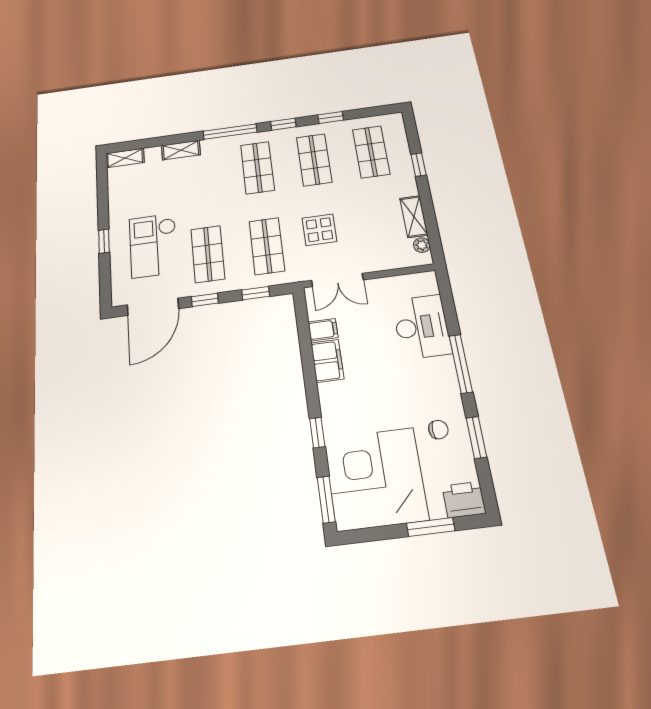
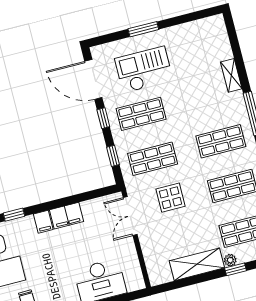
shelving: (125, 158) -> (220, 30), removed
shelving: (414, 217) -> (197, 264), width x1.50, depth x1.33
window: (104, 241) -> (143, 29), width x1.50
plant: (422, 245) -> (230, 260), moved
filing cabinet: (323, 330) -> (43, 222), moved

